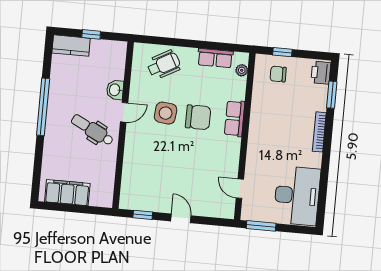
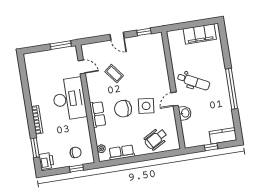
coffee table: (198, 168) -> (114, 74), added
desk: (297, 196) -> (69, 99), moved, turned 180

